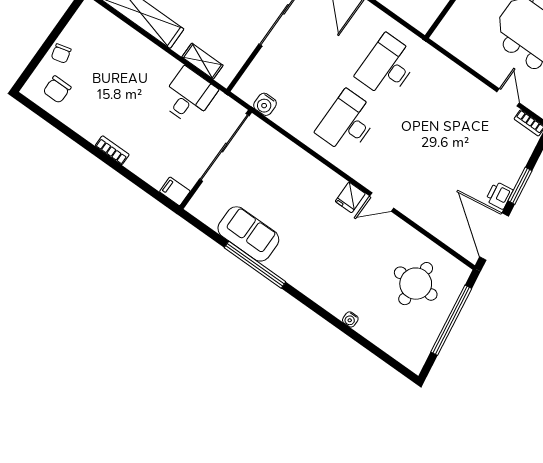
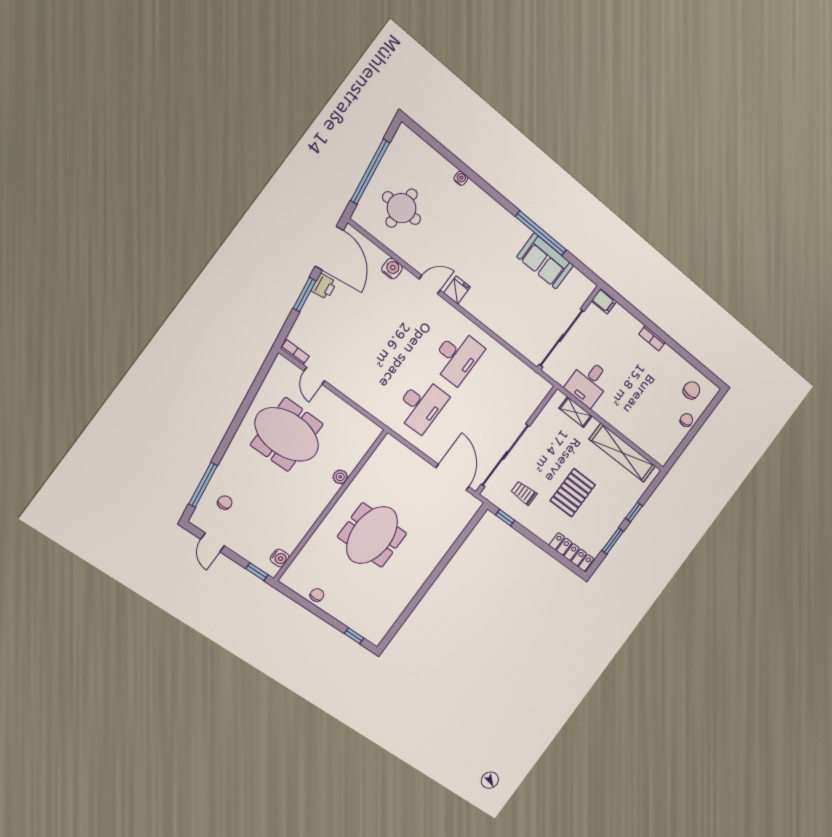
water cooler: (265, 104) -> (392, 269), moved

